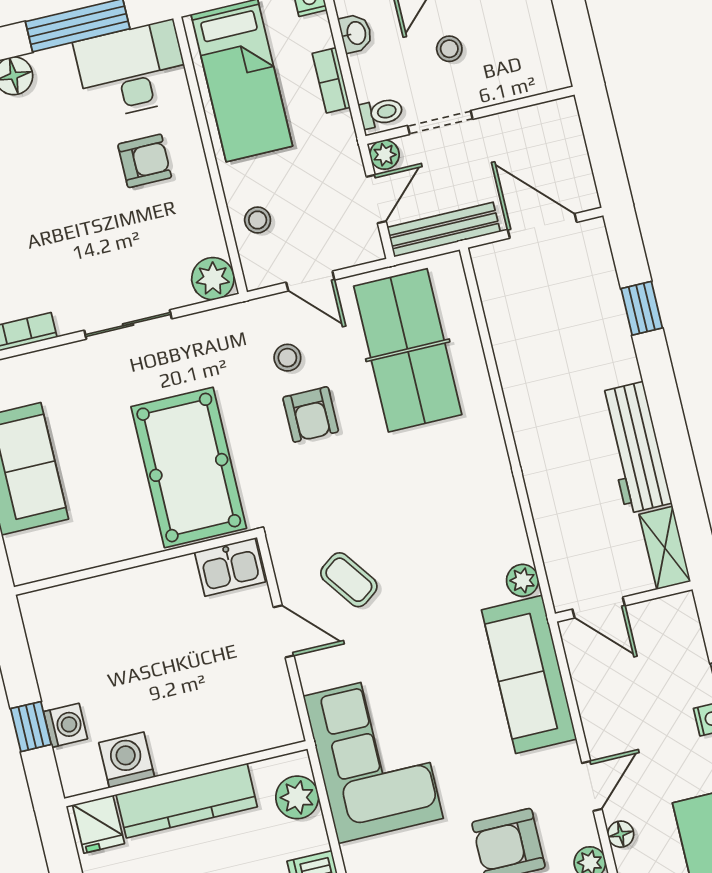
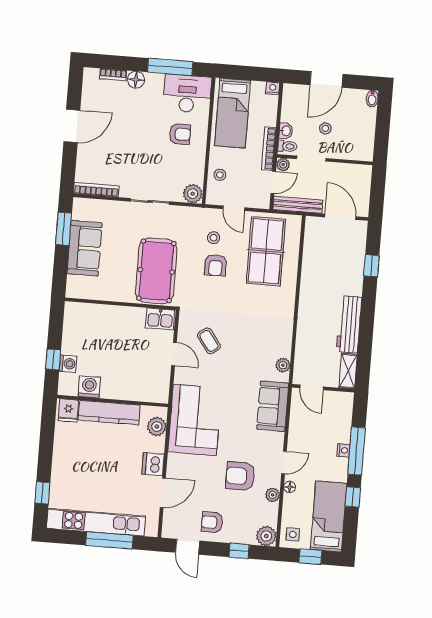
washbasin: (356, 33) -> (286, 131), moved
bookcase: (331, 80) -> (269, 149), moved, width x1.56
sofa: (529, 674) -> (273, 406), width x0.73

